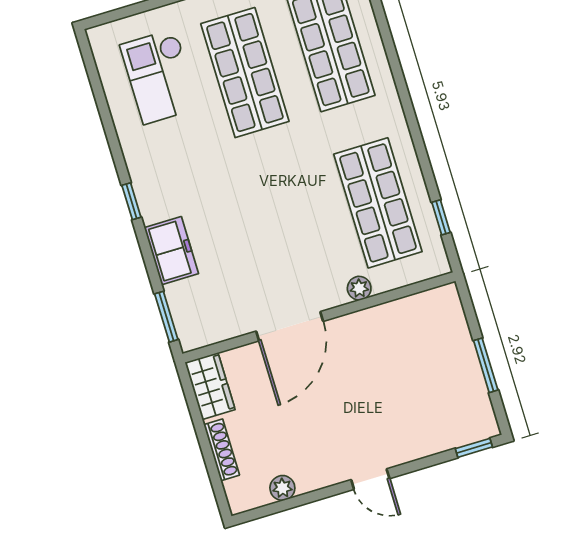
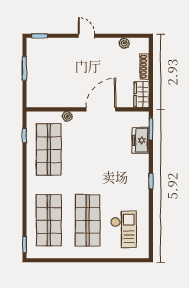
freezer: (171, 251) -> (141, 140), moved

